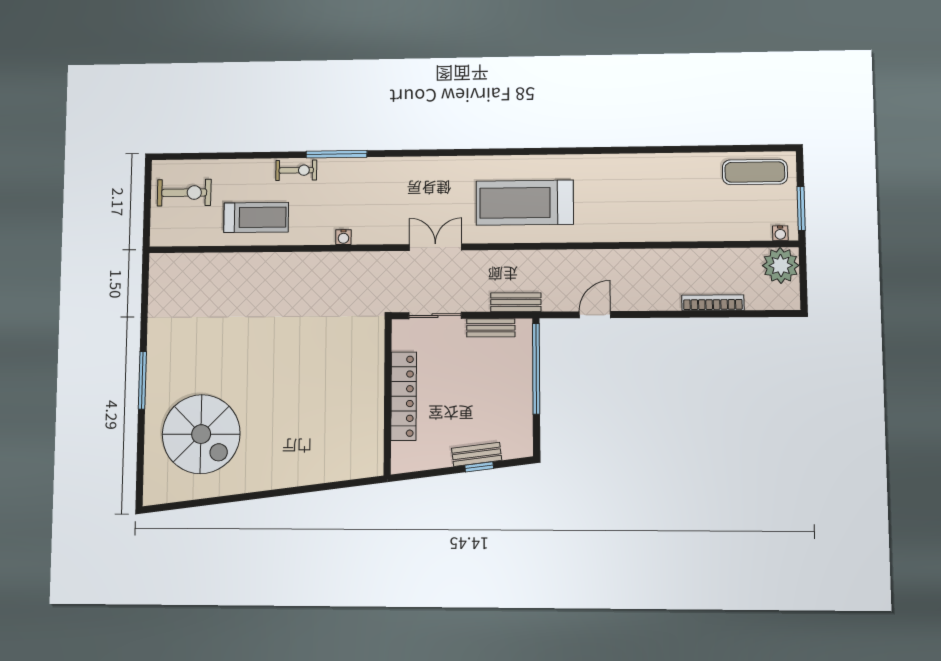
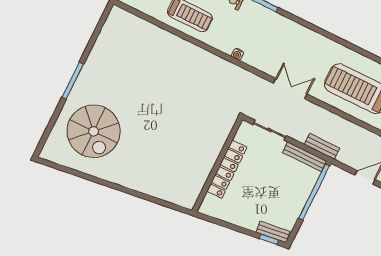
bench: (491, 328) -> (305, 157), width x1.36
bench: (477, 454) -> (273, 232), moved
window: (479, 467) -> (269, 239), moved

